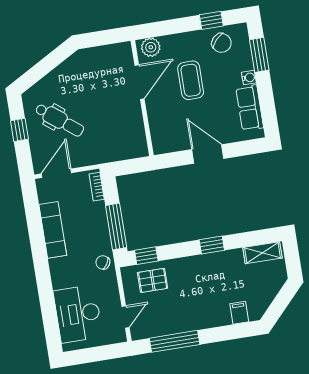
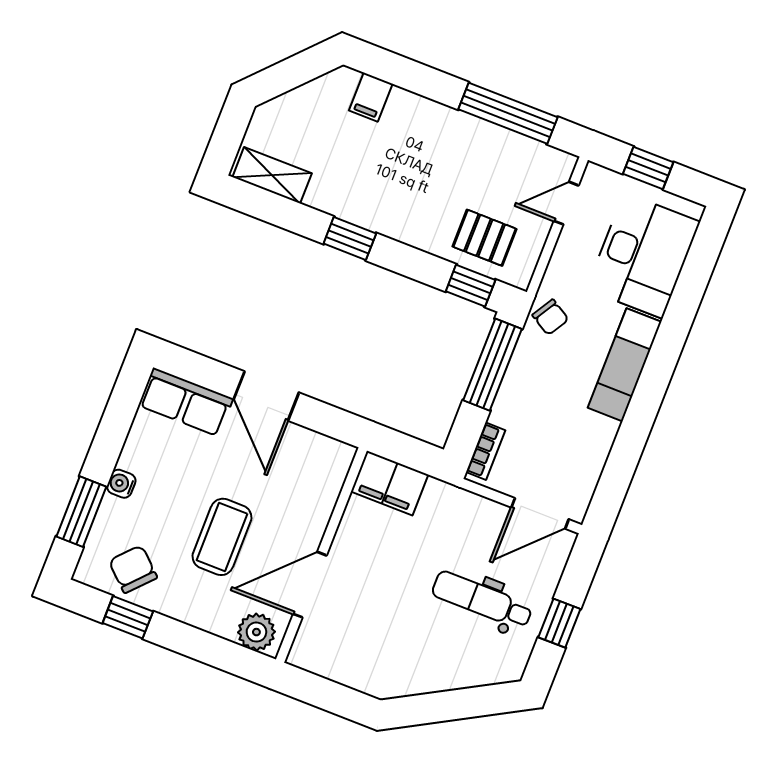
row of seats: (250, 108) -> (186, 402), moved, turned 90
dental chair: (60, 120) -> (482, 600), turned -38
filing cabinet: (131, 148) -> (390, 483), added
exam couch: (53, 230) -> (625, 365), moved
window: (99, 354) -> (648, 168), added

